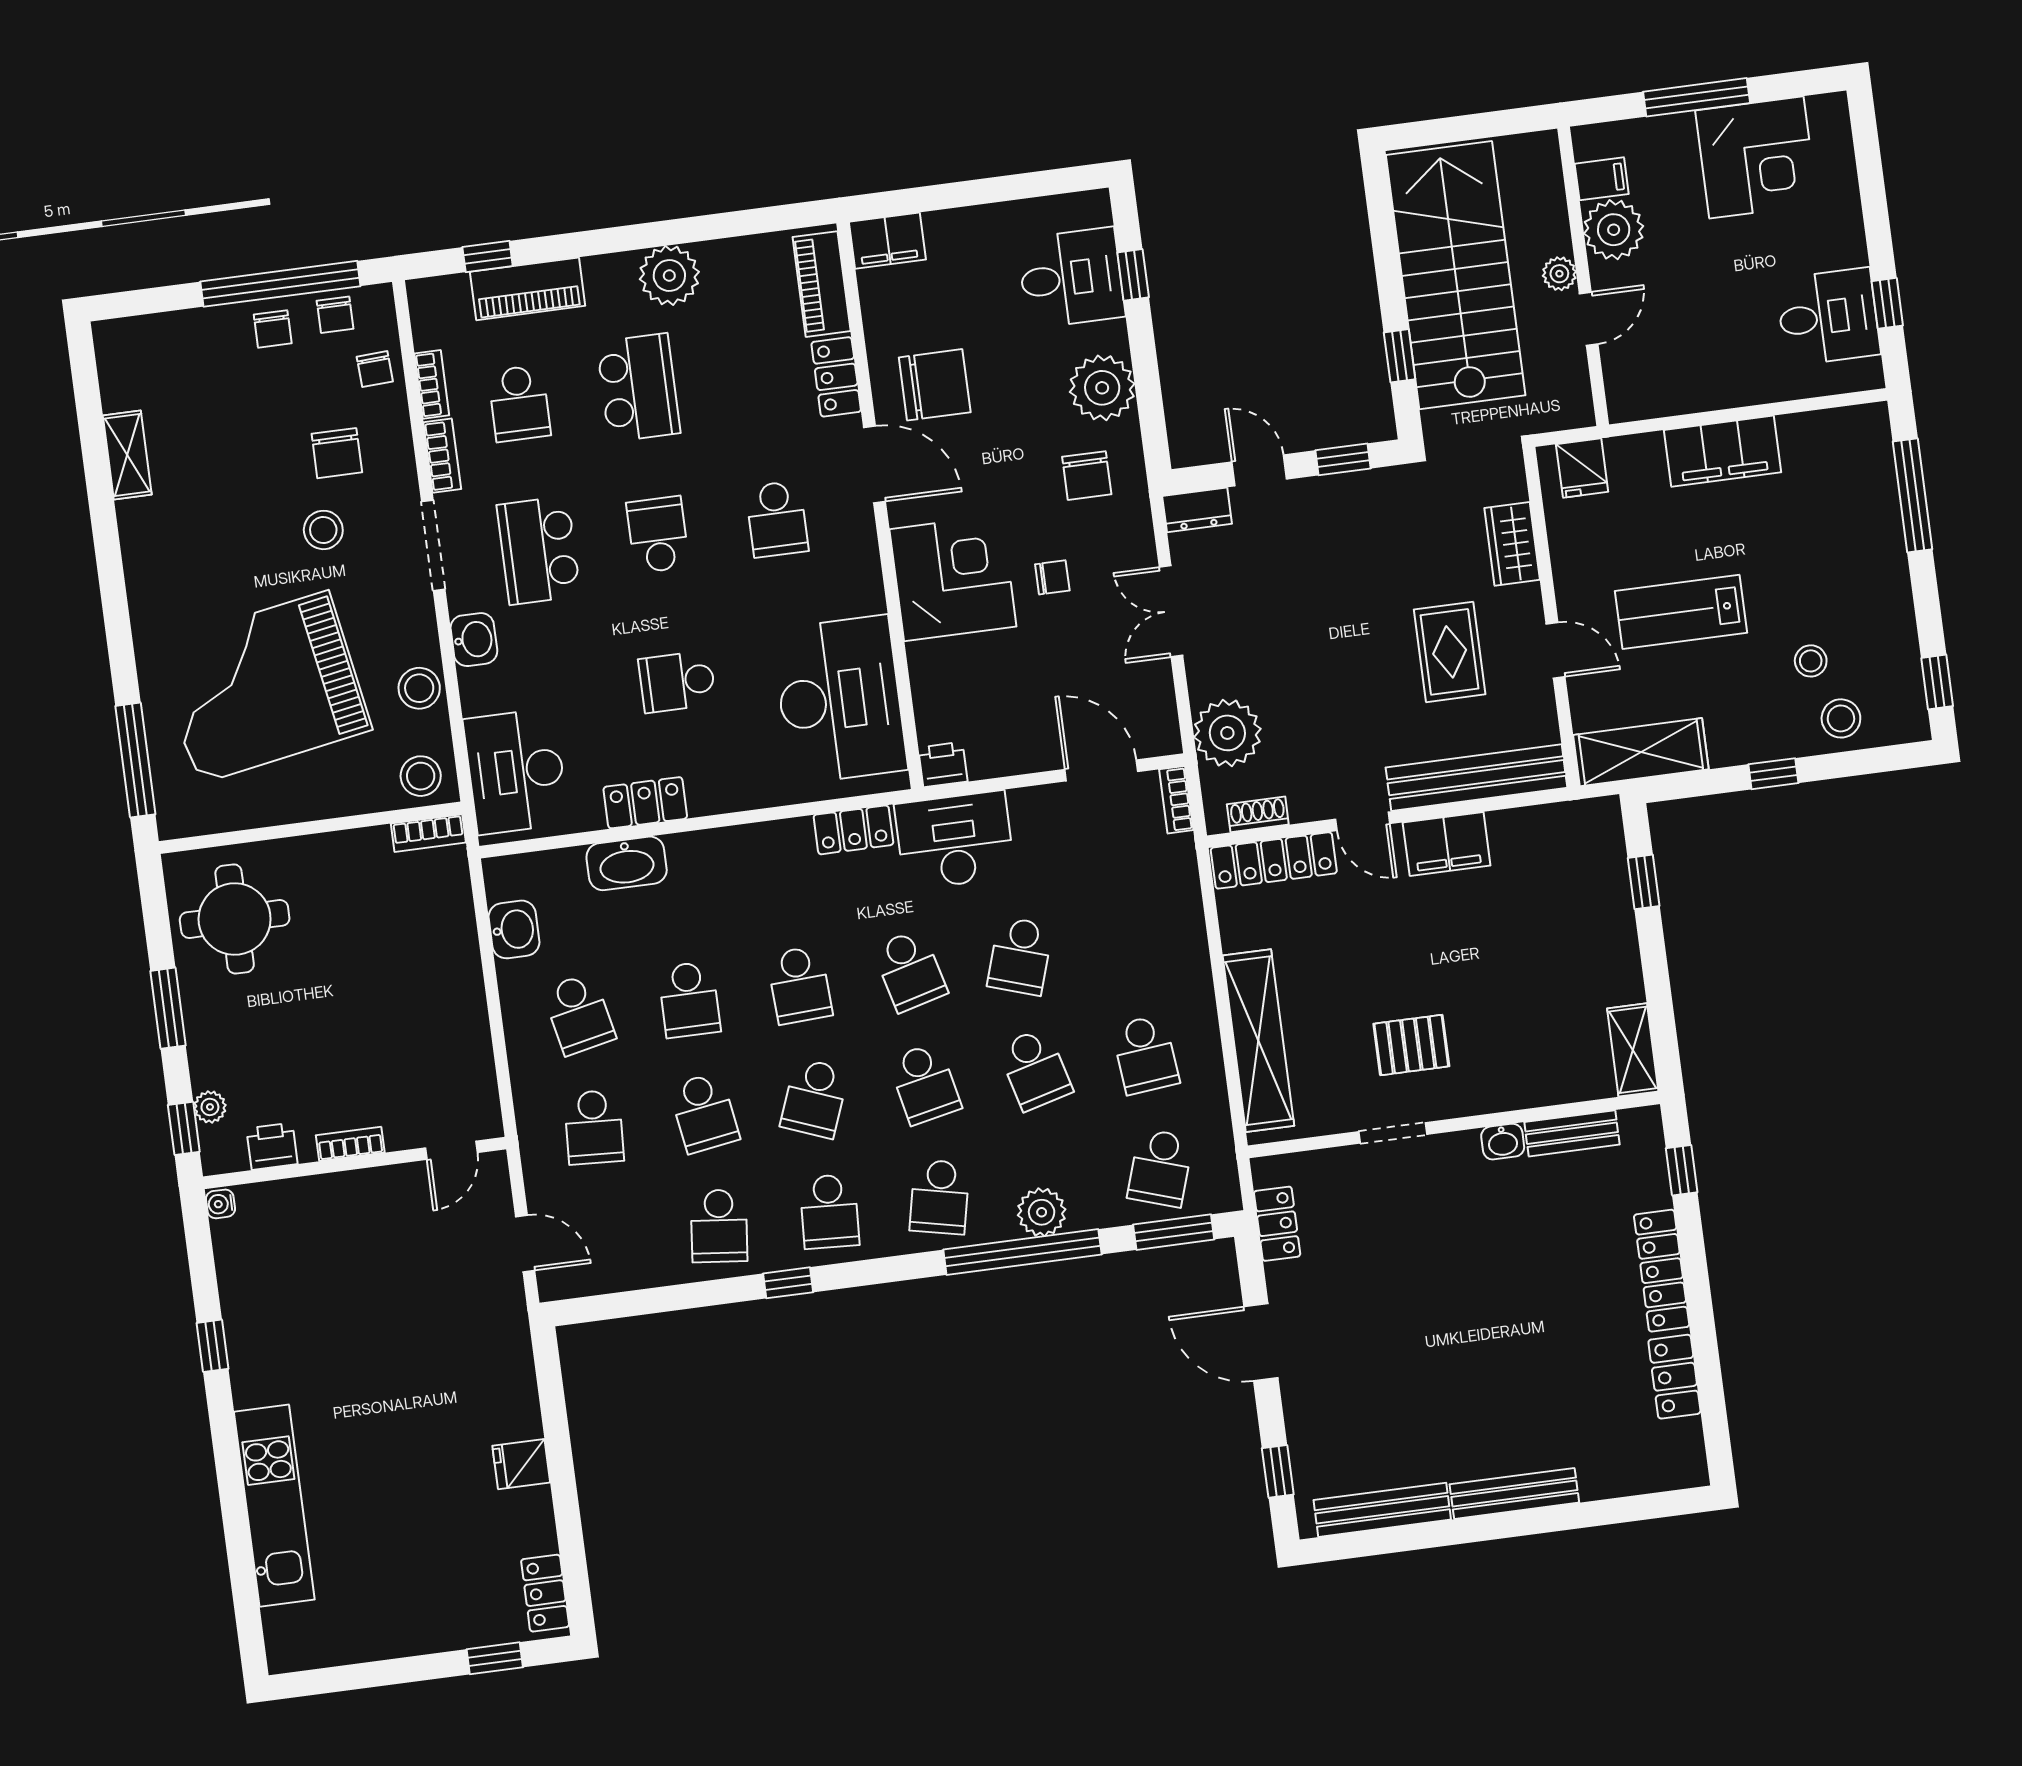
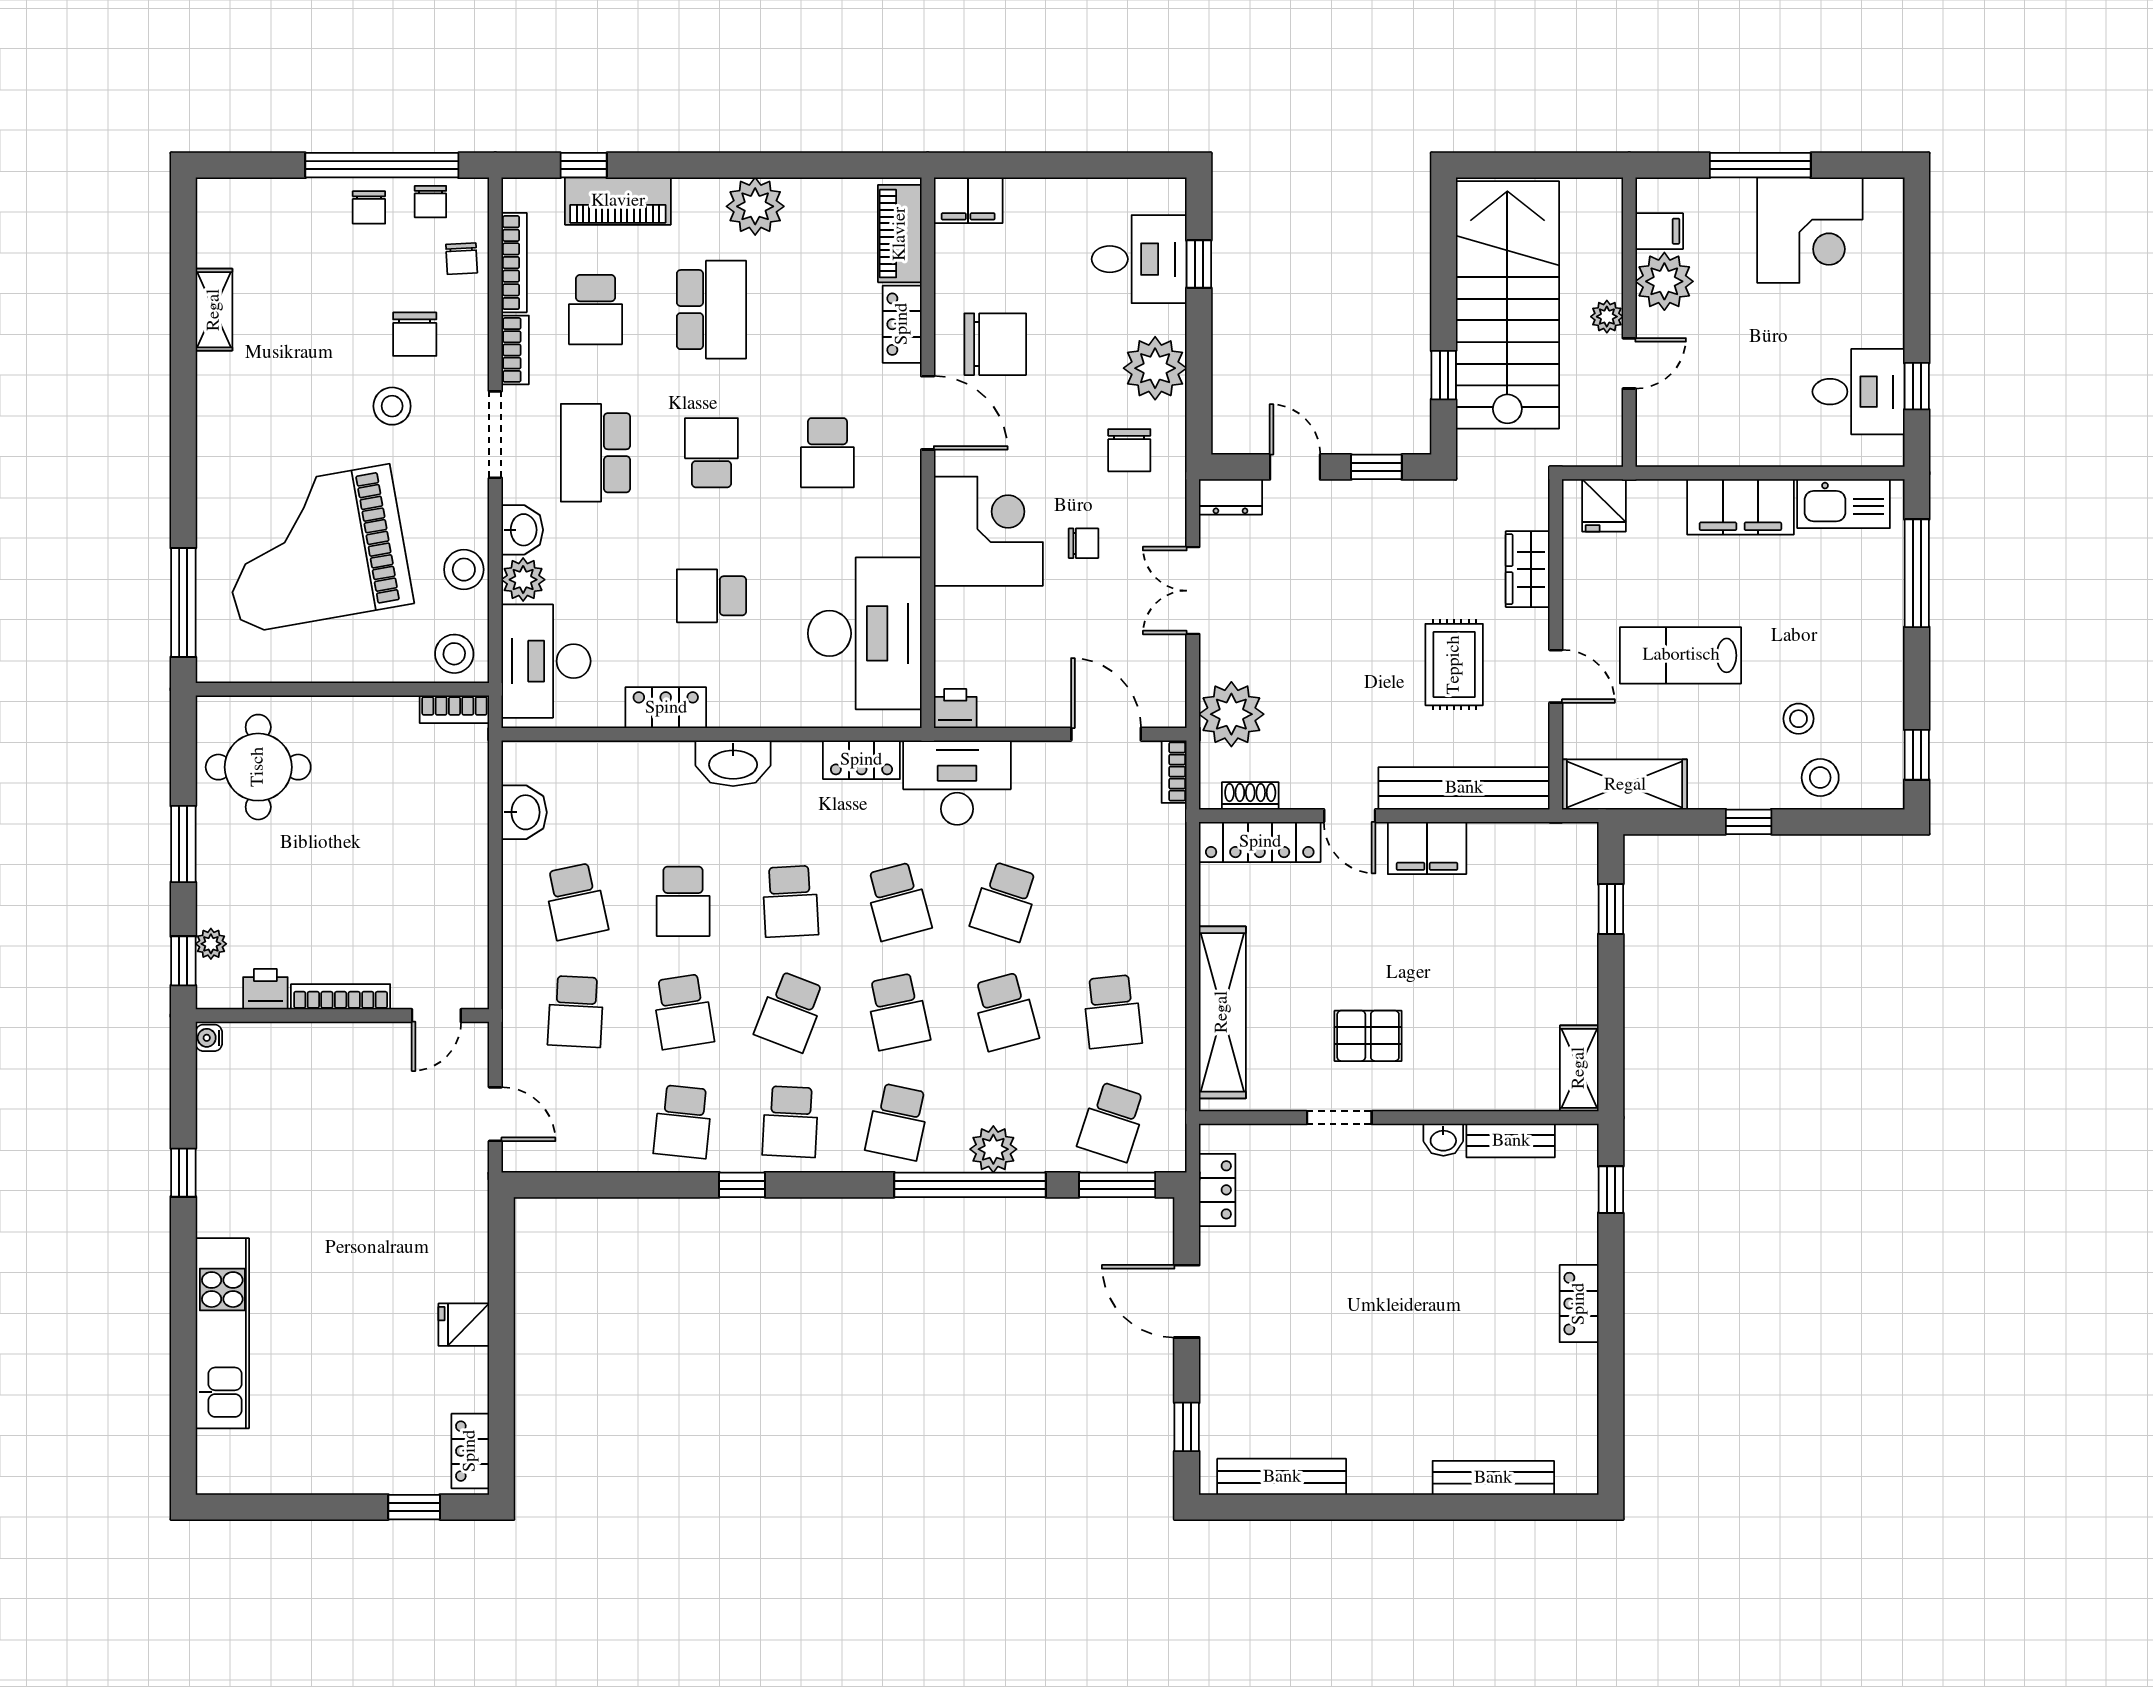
bookcase: (432, 384) -> (514, 263), width x1.56
kitchen sink: (1828, 434) -> (1844, 504), added
plant: (481, 690) -> (523, 580), added
washbasin: (627, 863) -> (733, 763), moved
bookcase: (350, 1144) -> (341, 997), width x1.56
locker: (1662, 1271) -> (1579, 1304), width x0.66
locker: (1674, 1377) -> (1578, 1386), removed
bench: (1514, 1493) -> (1493, 1478), moved

